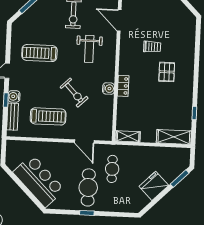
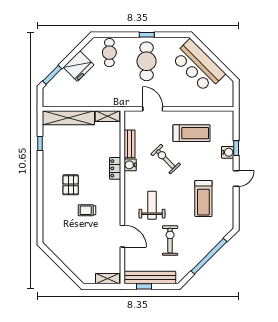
treadmill: (39, 53) -> (203, 198), turned 90
treadmill: (48, 116) -> (192, 133), turned 180
bench: (13, 117) -> (130, 144), moved
shelving: (174, 137) -> (68, 118), width x1.47
cafe table: (112, 169) -> (109, 53), moved

